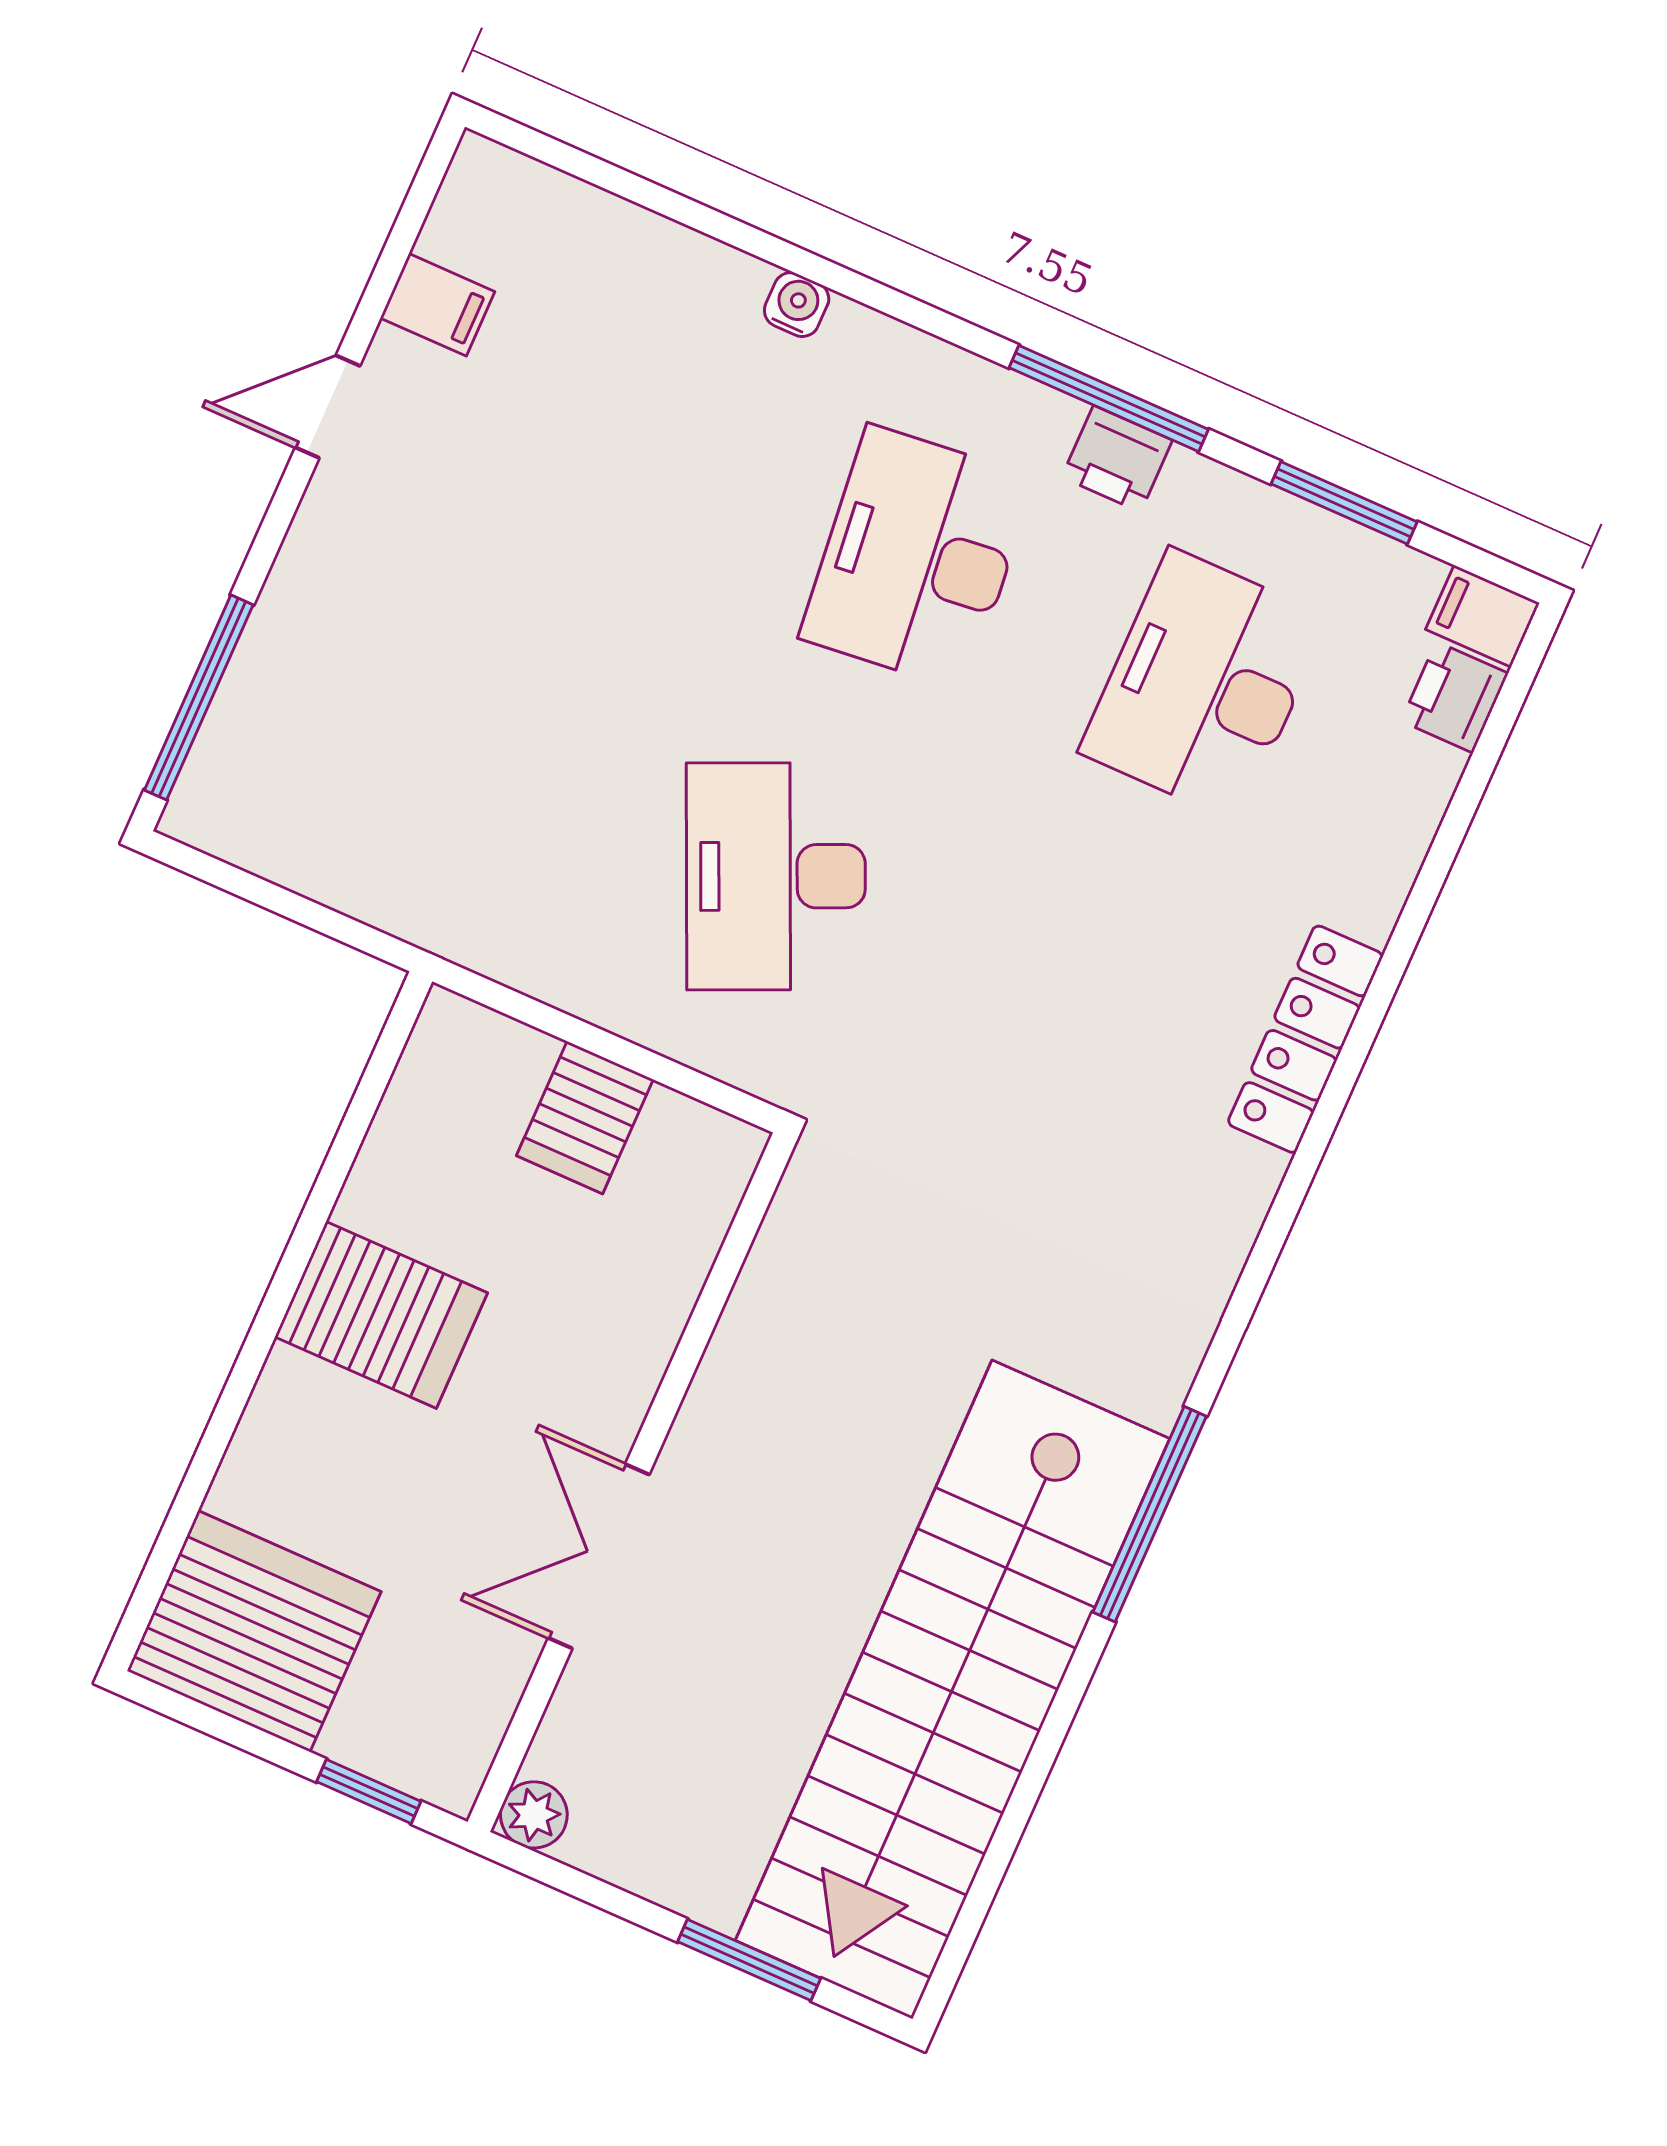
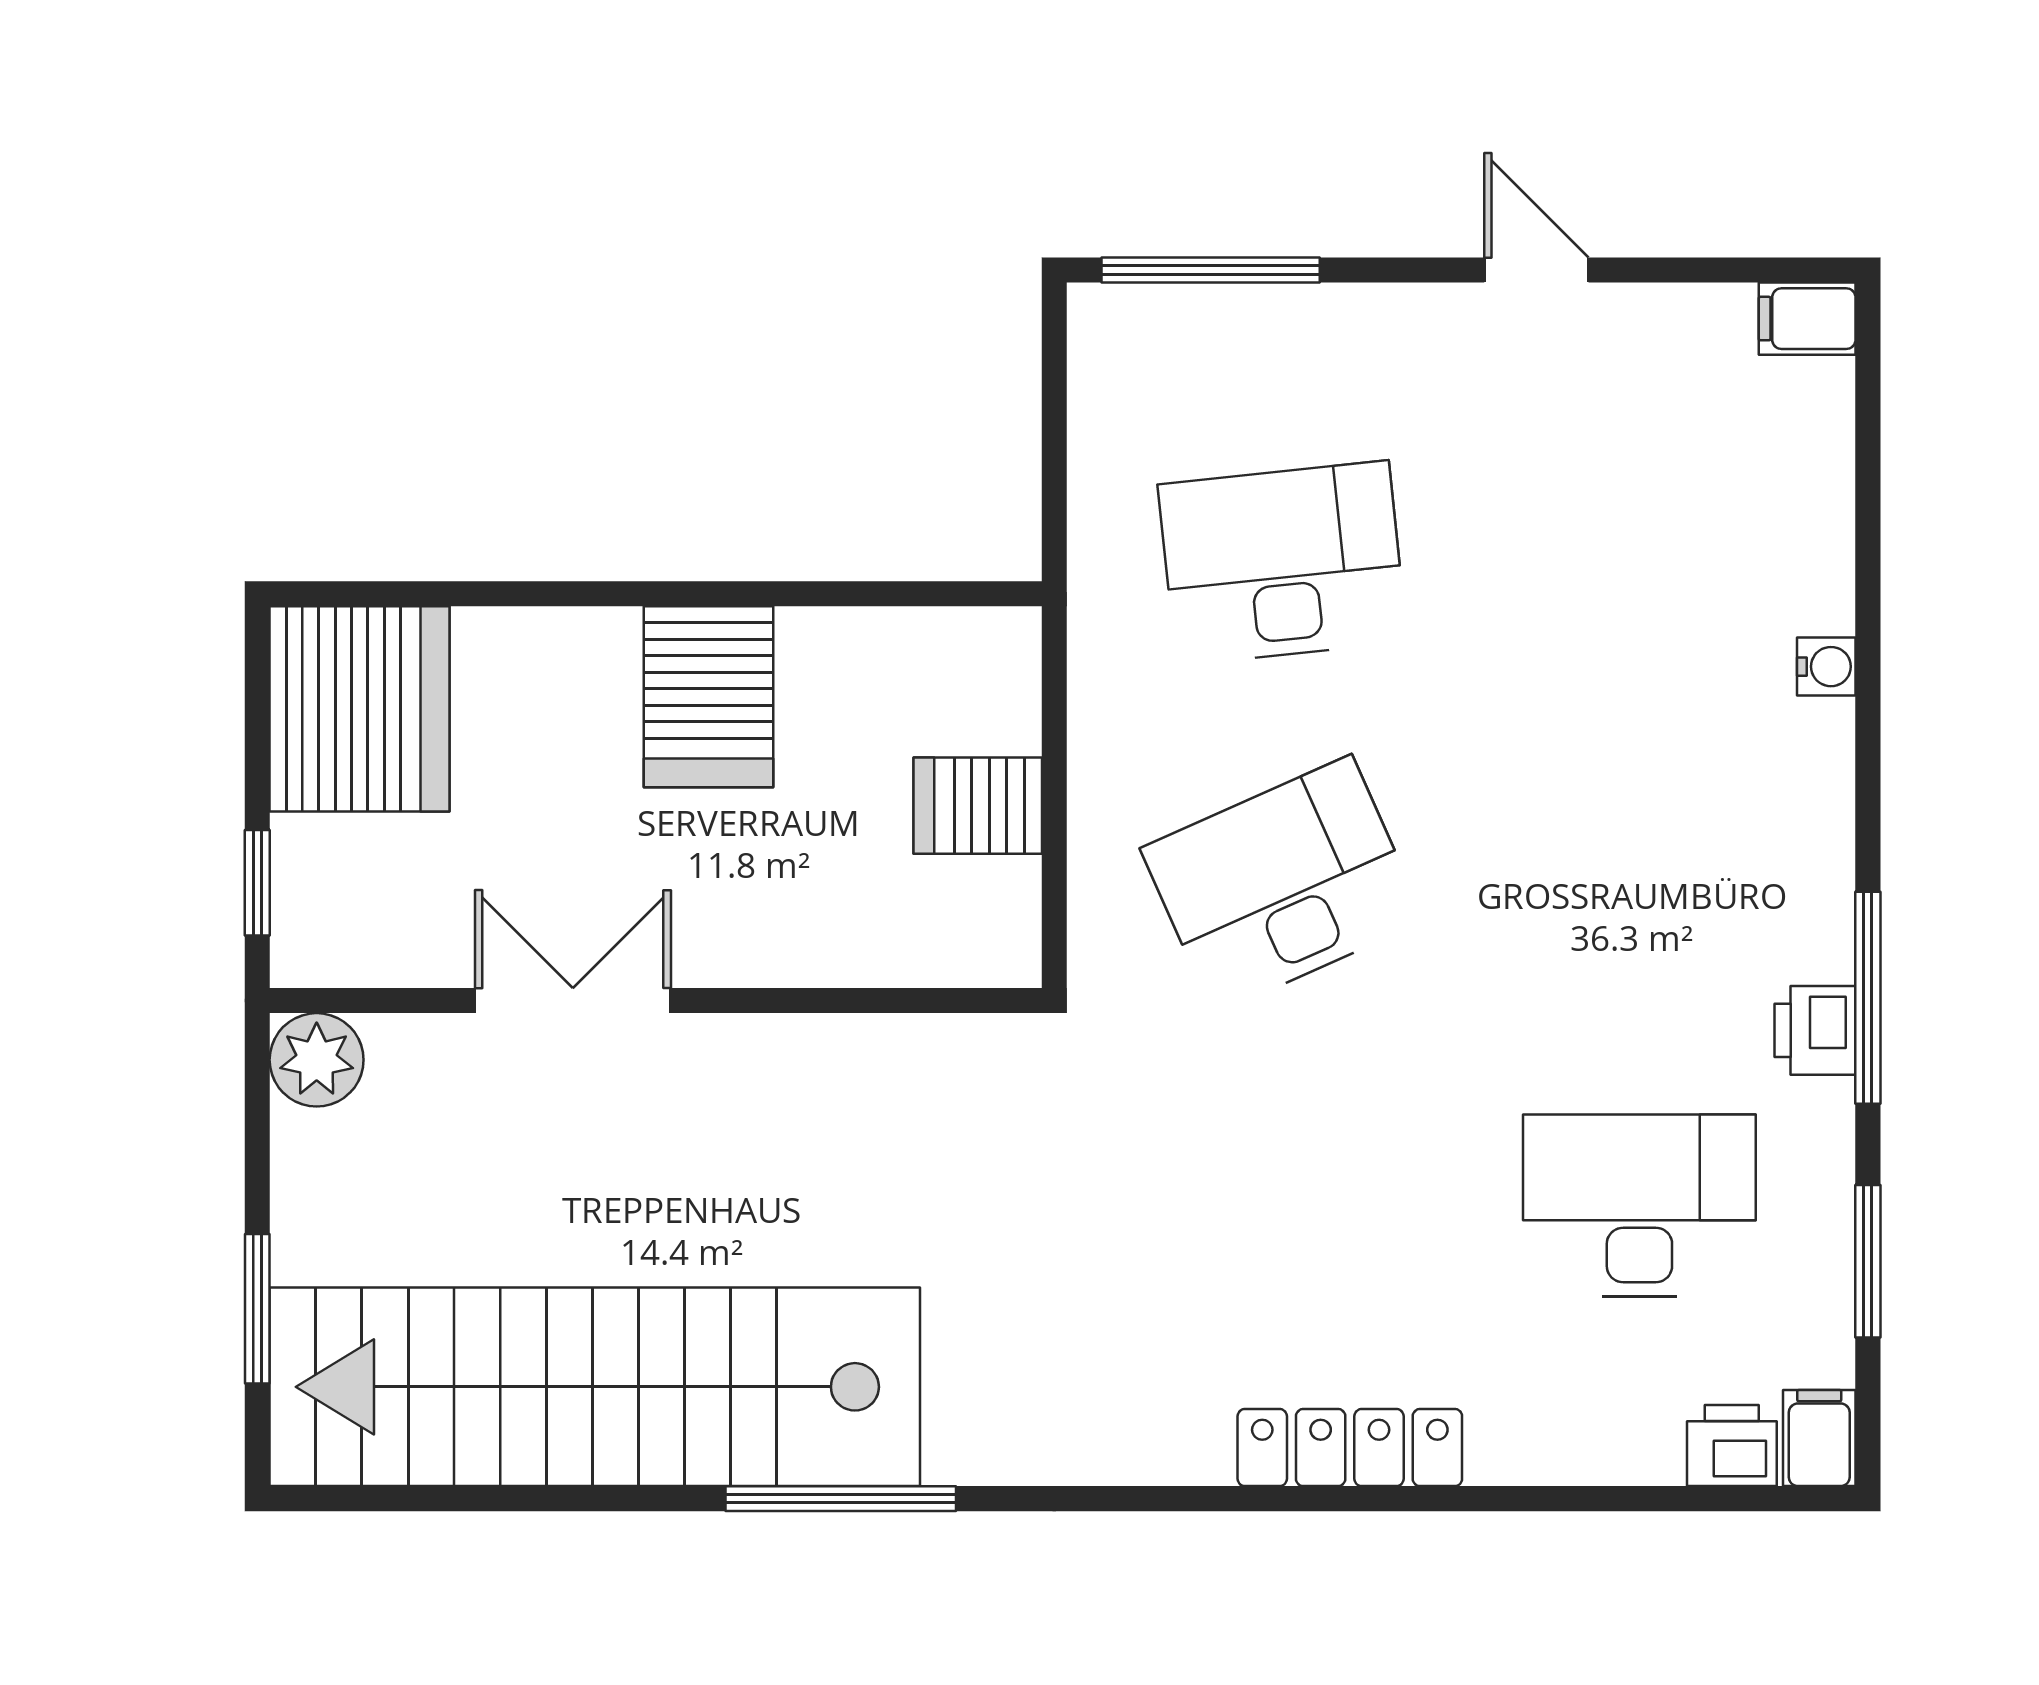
filing cabinet: (438, 305) -> (1807, 319), moved, turned 90
desk: (917, 558) -> (1283, 563), moved
plant: (534, 1815) -> (317, 1060), width x1.38, depth x1.38

